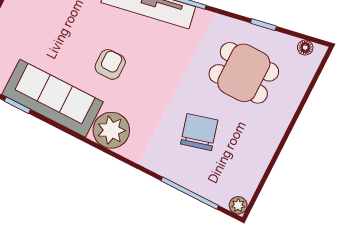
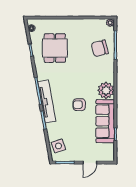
chair: (199, 132) -> (100, 48), moved

